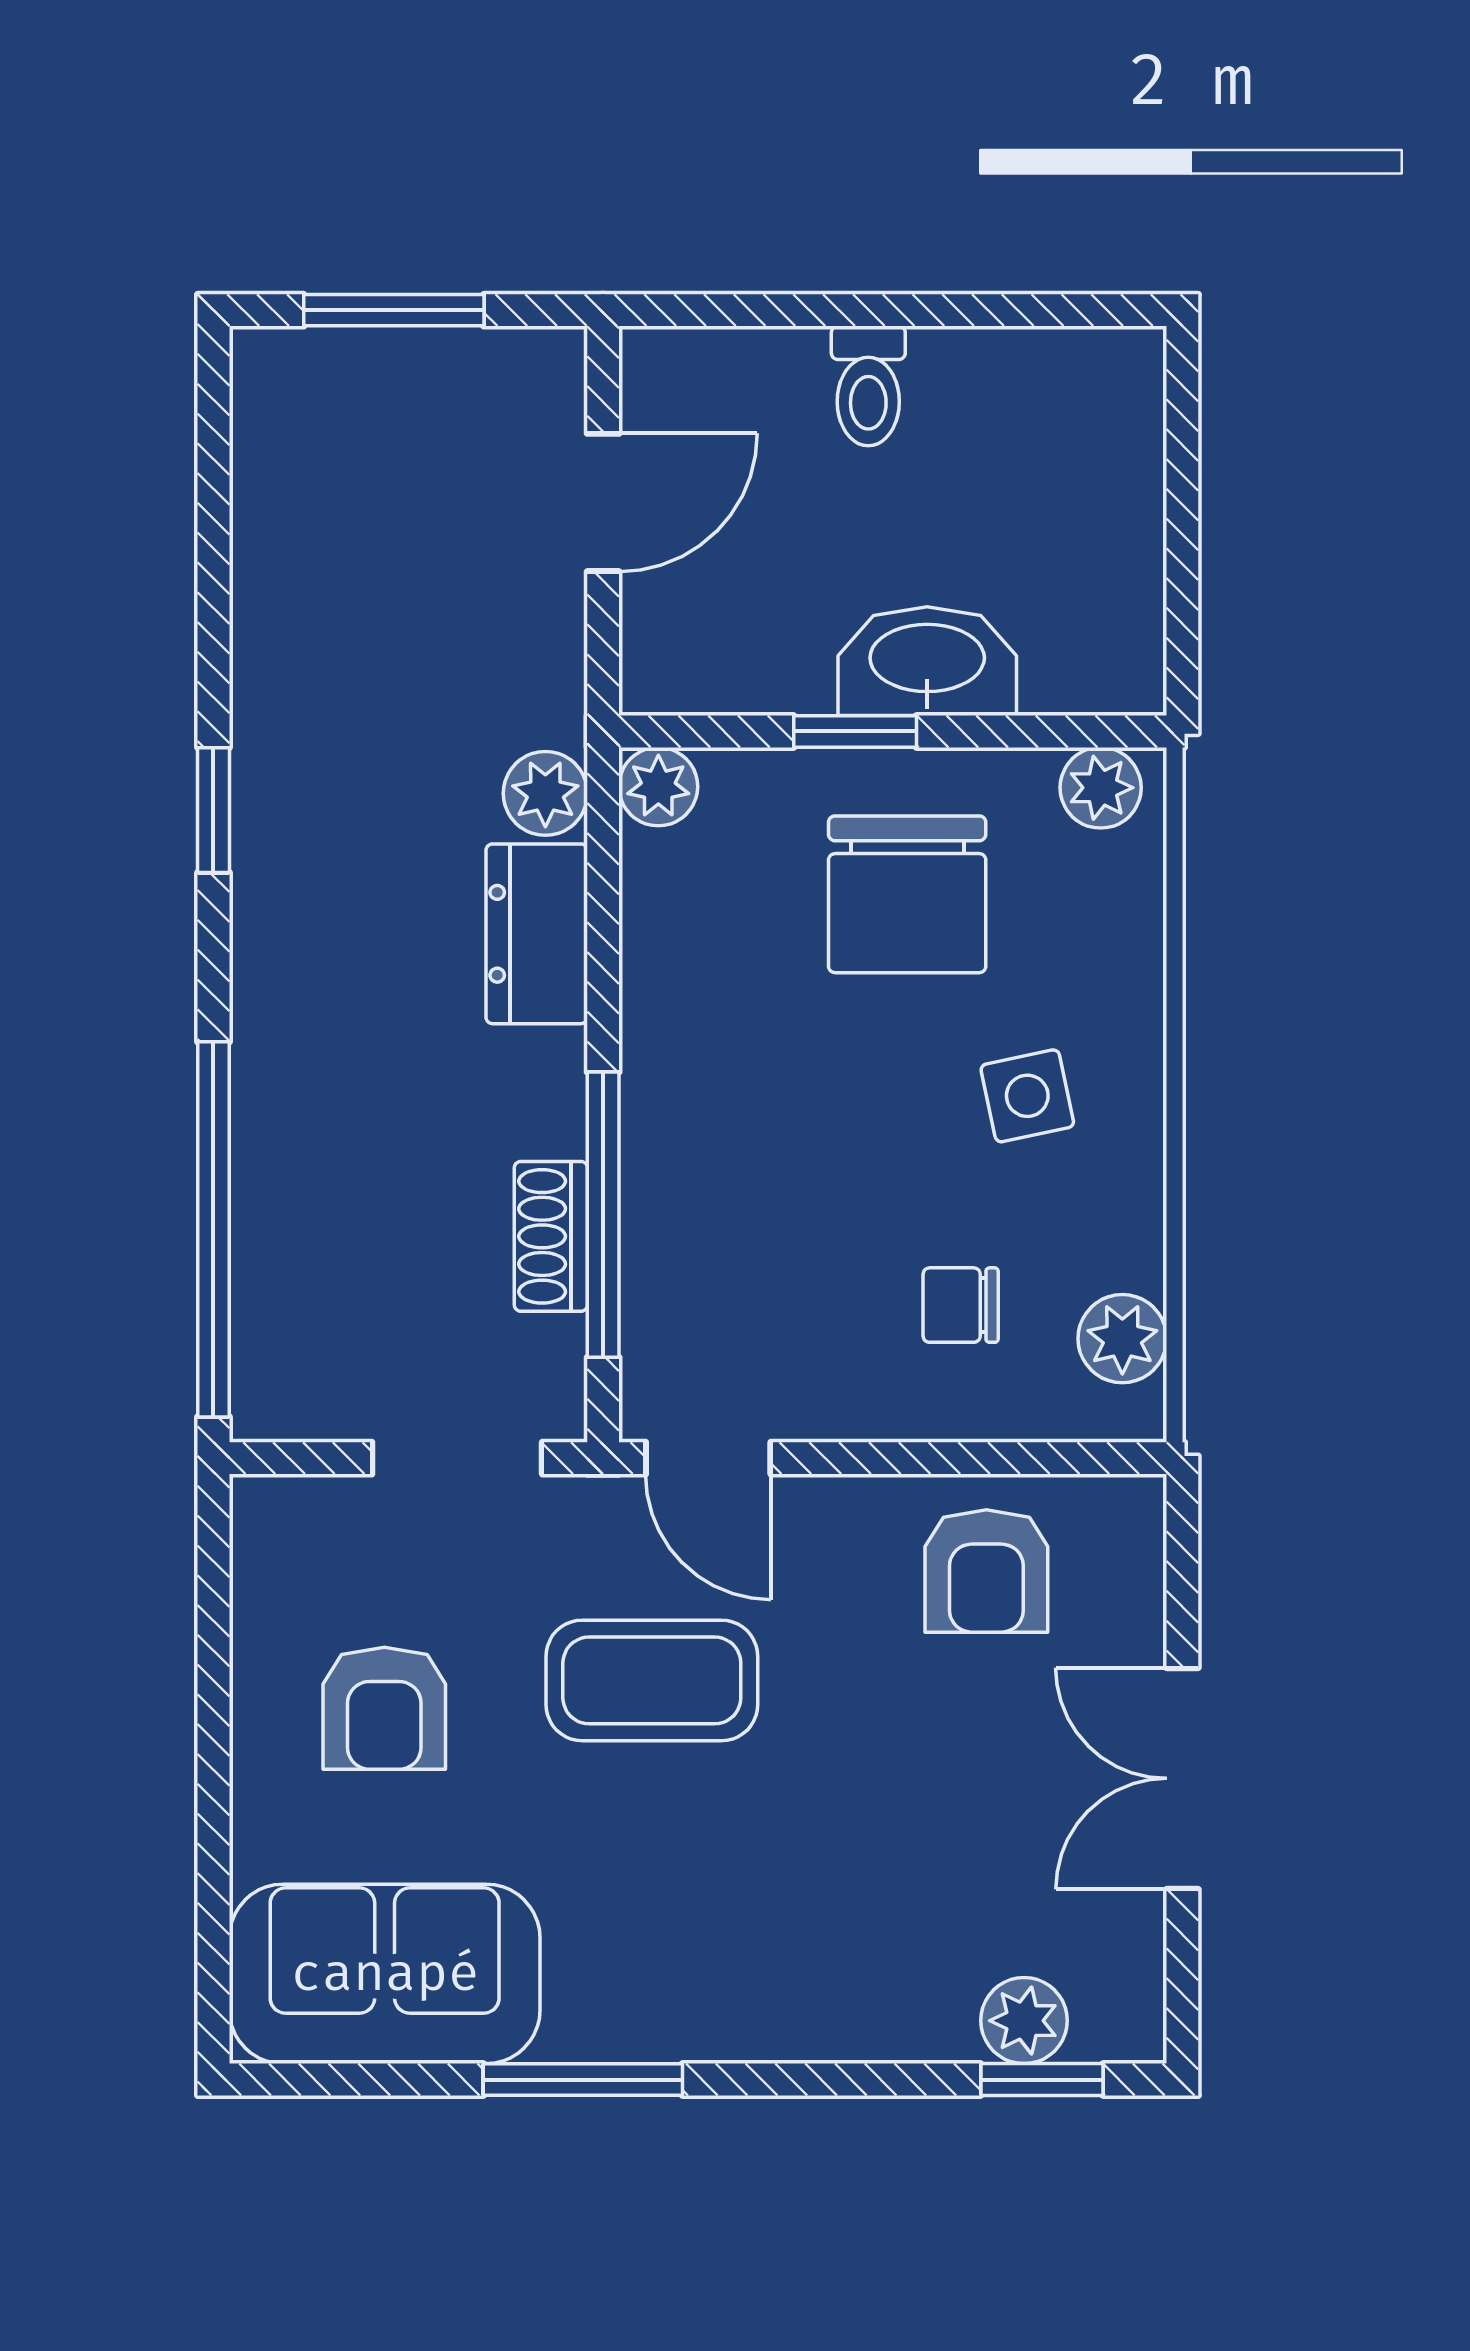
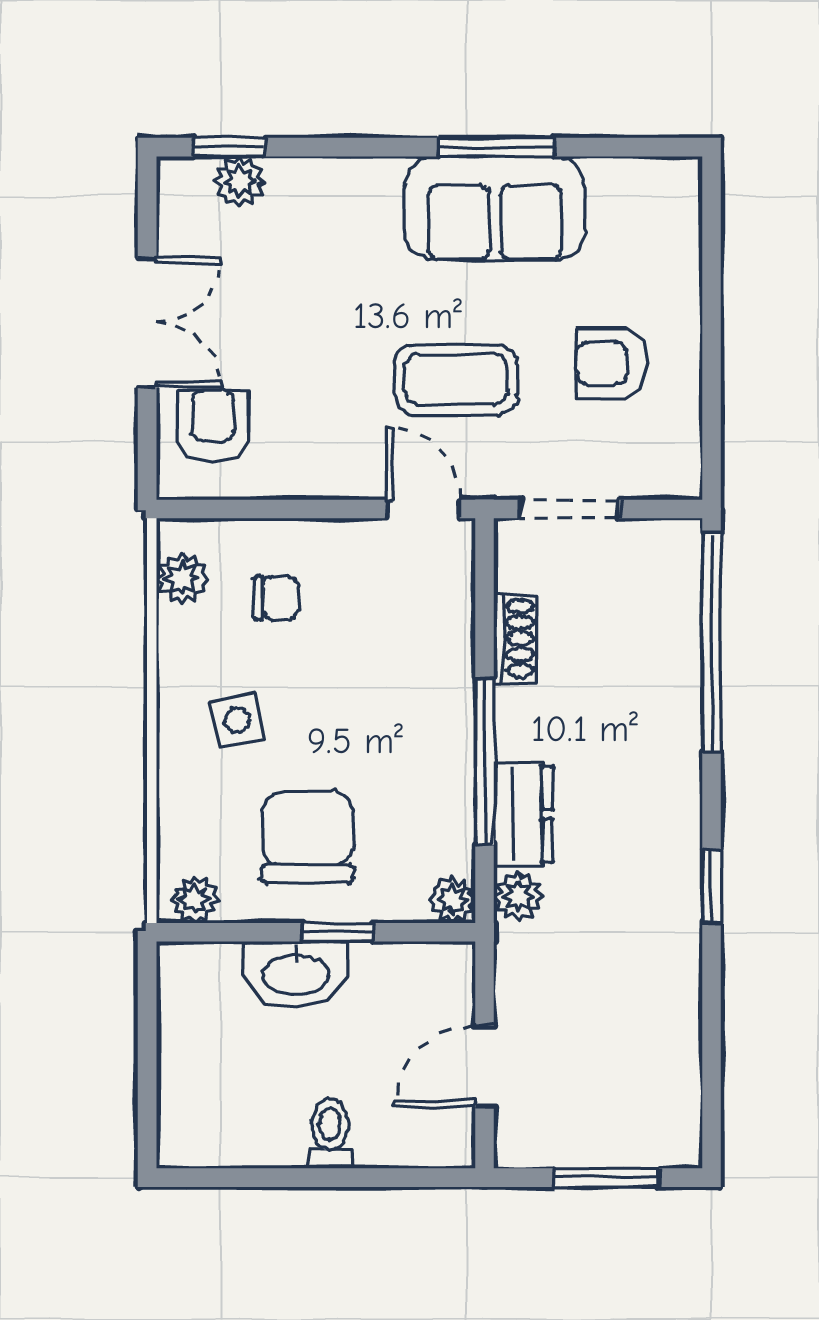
window: (603, 1215) -> (485, 761), moved
armchair: (986, 1571) -> (213, 426), moved
armchair: (384, 1708) -> (612, 363), turned -89
sofa: (385, 1974) -> (495, 209), moved

